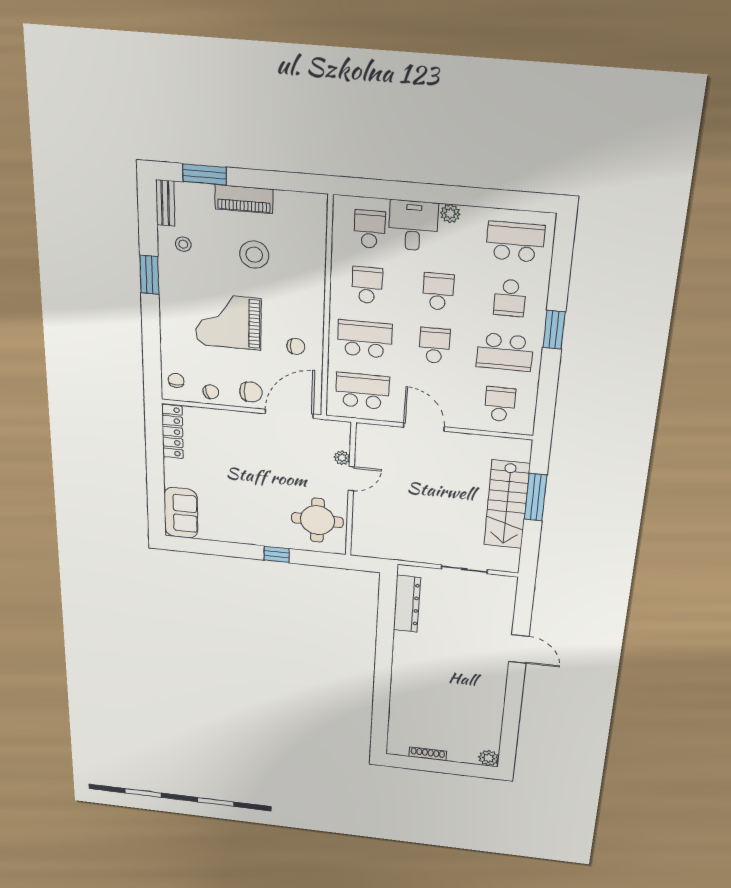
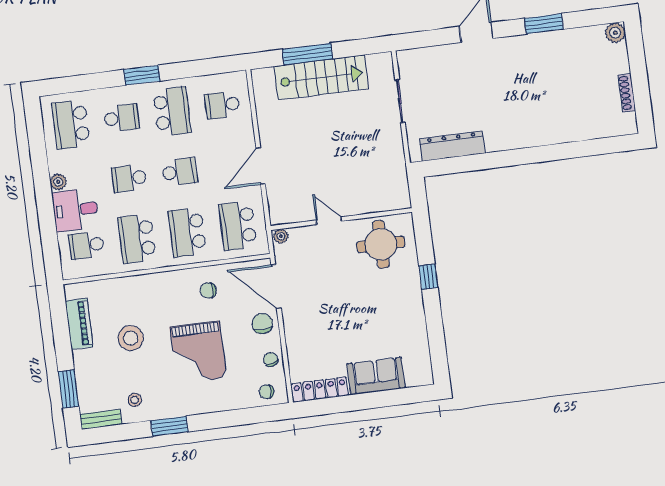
piano: (244, 199) -> (79, 324), moved
school desk: (367, 285) -> (137, 239), width x1.85
school desk: (434, 345) -> (180, 172), turned 180
chair: (296, 346) -> (208, 290), turned -90
plant: (342, 458) -> (281, 236), moved
sofa: (181, 513) -> (376, 376), moved
window: (513, 705) -> (544, 24), added

